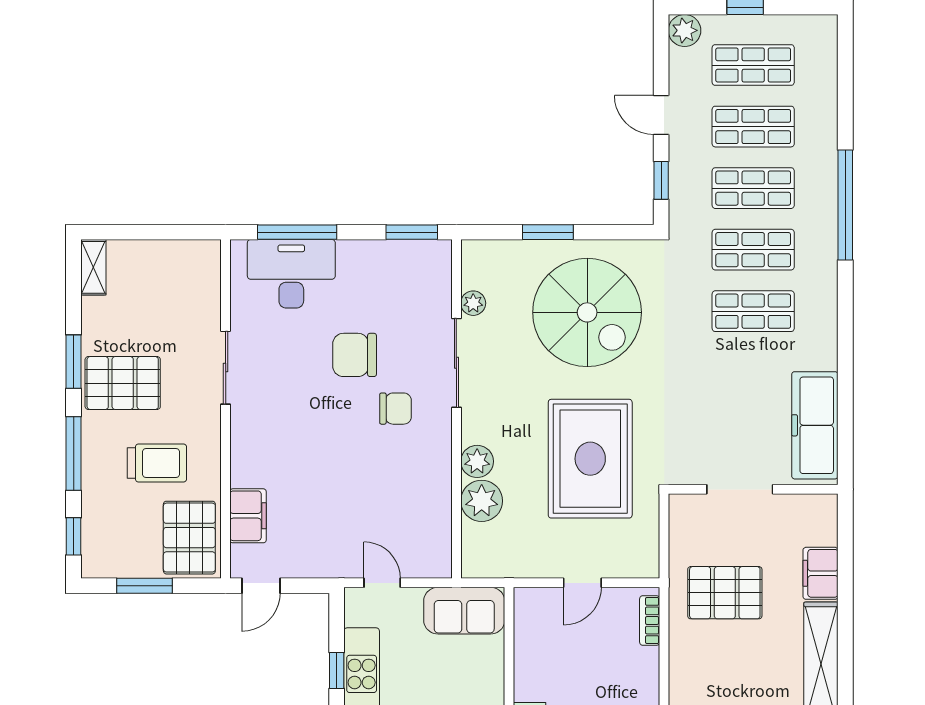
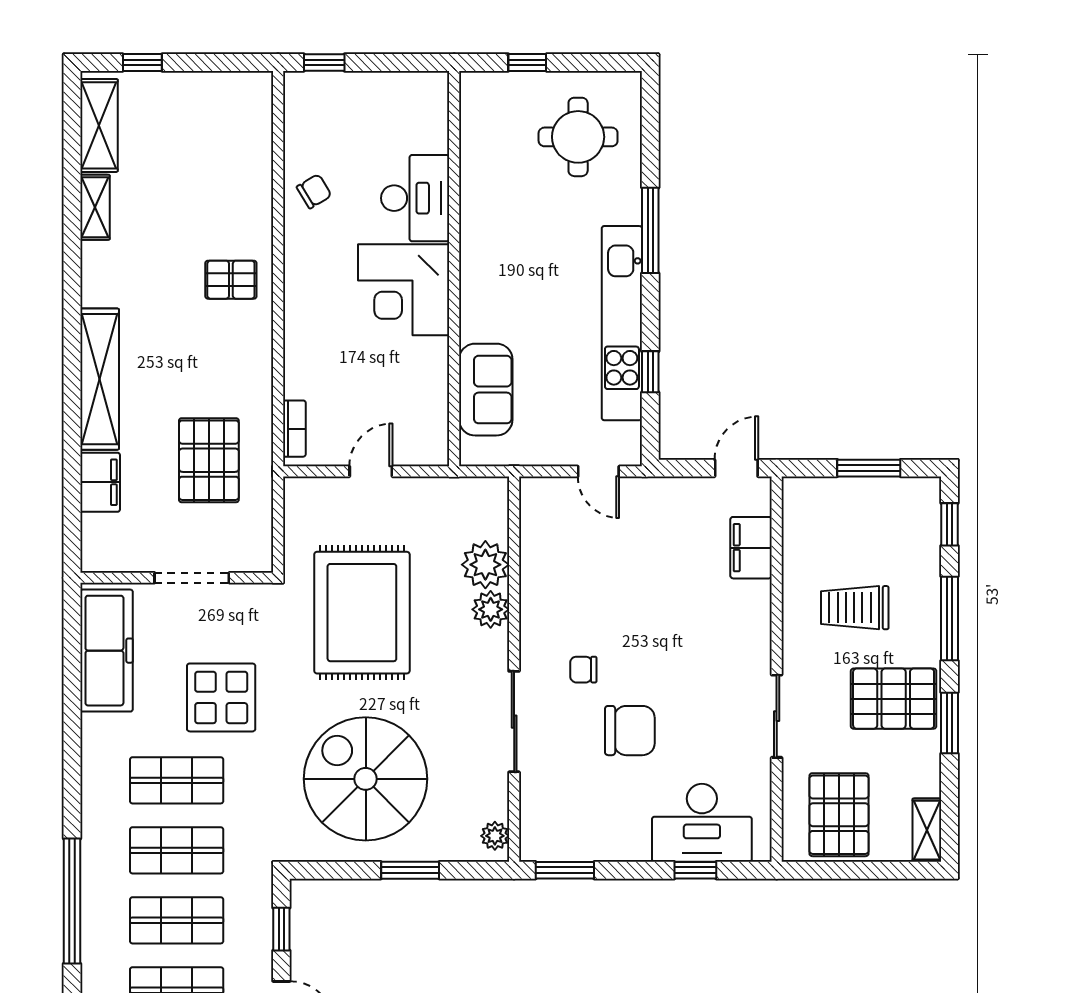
window: (297, 232) -> (695, 870), width x0.46
plant: (473, 303) -> (495, 836), moved
display table: (714, 384) -> (221, 697), added
chair: (396, 409) -> (583, 670), width x0.73, depth x0.73
pallet: (189, 538) -> (839, 815), moved
pallet: (725, 593) -> (209, 460), turned 90
sofa: (464, 611) -> (486, 390), moved, turned 90

